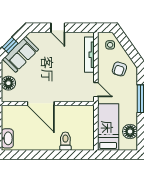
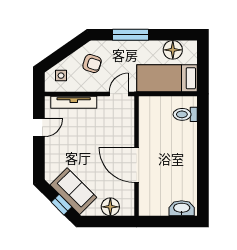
door: (58, 28) -> (39, 128), moved
door: (41, 103) -> (137, 165), swing flipped
toilet: (65, 141) -> (185, 114), moved

